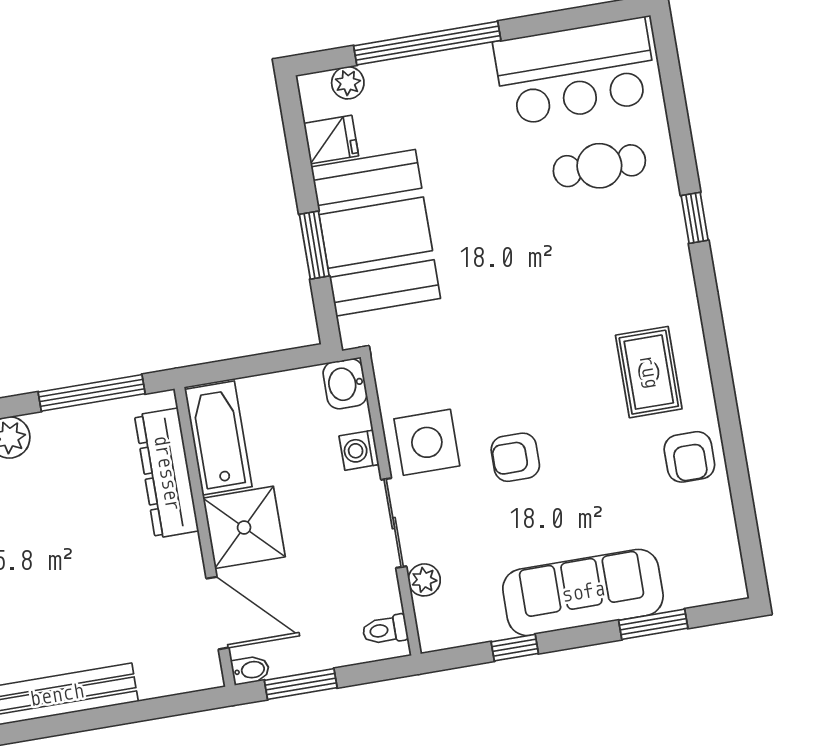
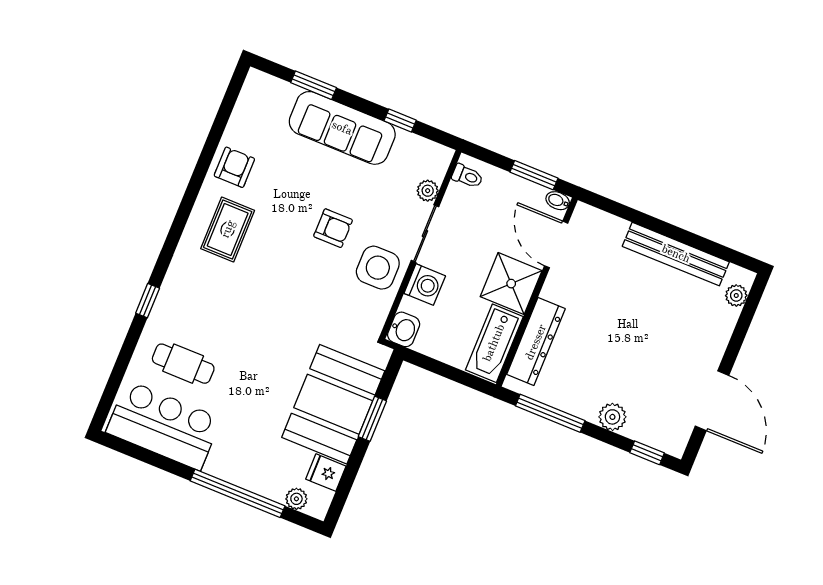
washing machine: (359, 450) -> (425, 285), width x1.38, depth x1.38

